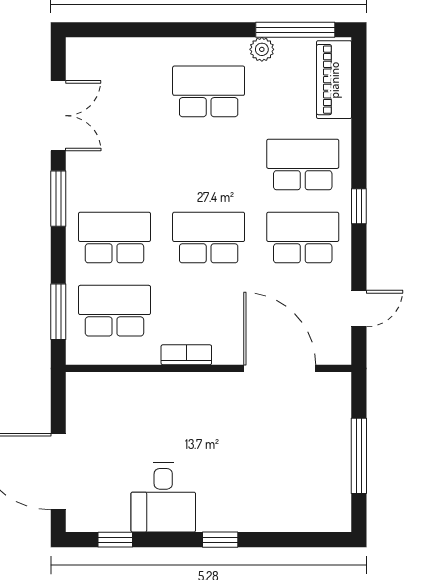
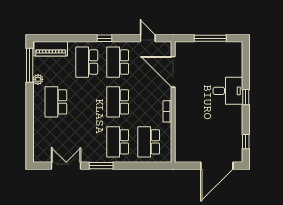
window: (58, 312) -> (149, 166), removed
door: (280, 368) -> (173, 72), hinge flipped
desk: (163, 498) -> (228, 91), moved

